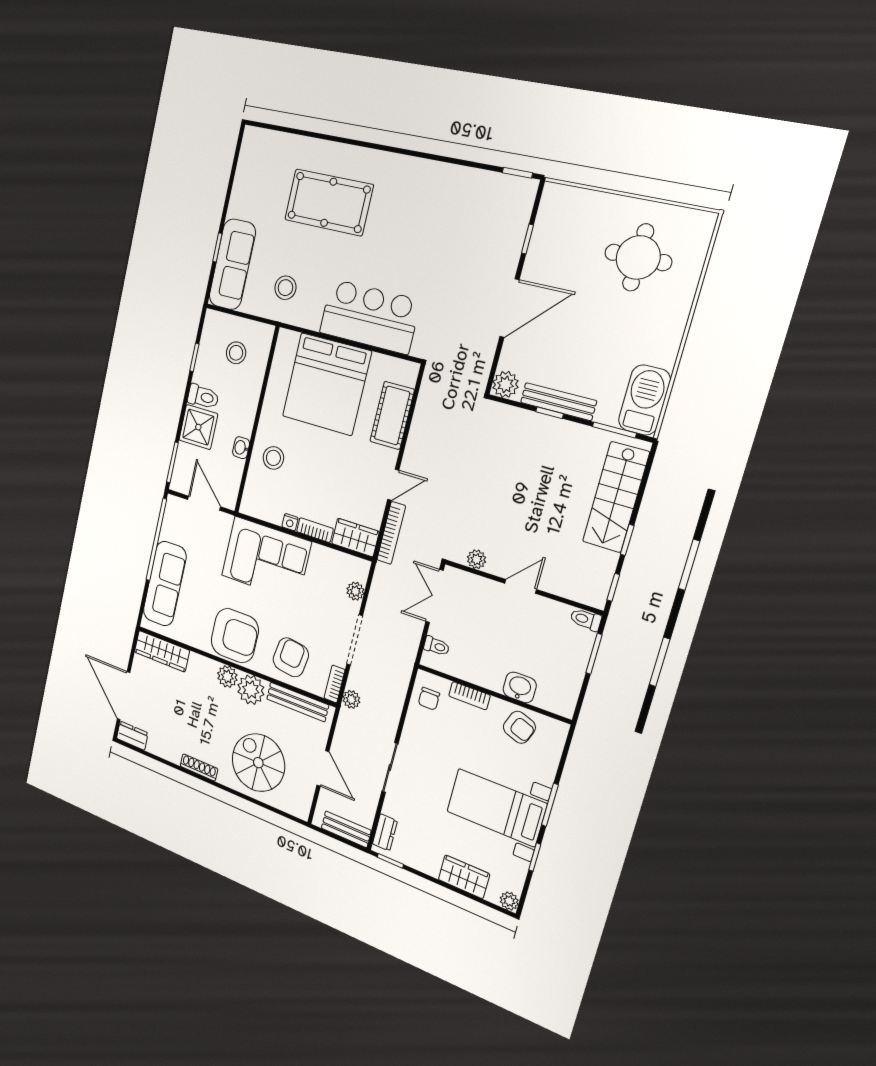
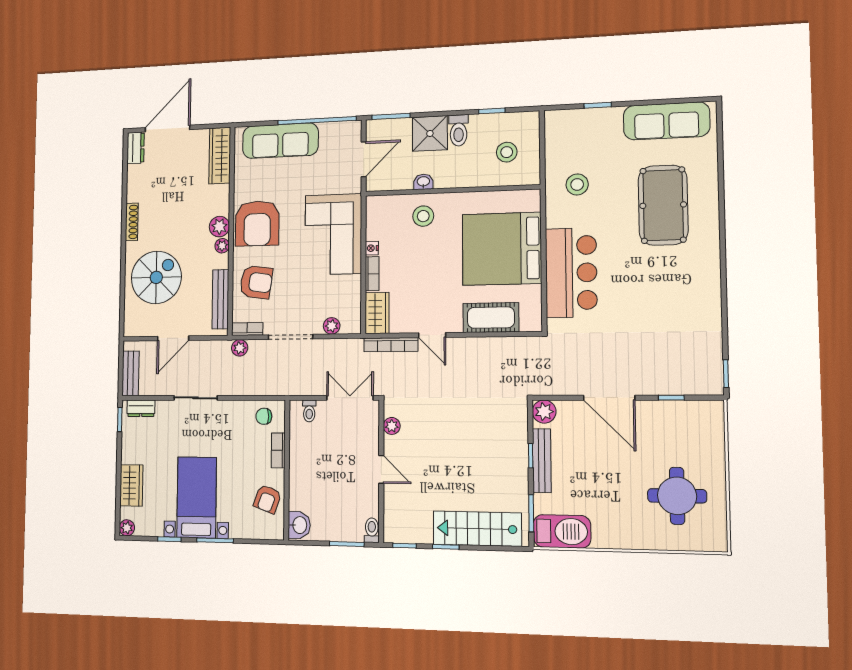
sofa: (232, 264) -> (666, 121), moved
washbasin: (520, 687) -> (299, 525), moved
plant: (251, 690) -> (222, 246), width x0.53, depth x0.53

